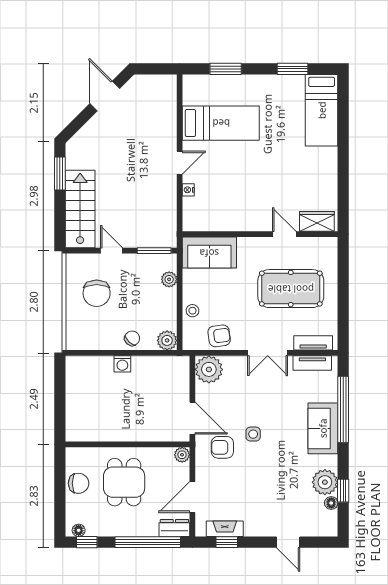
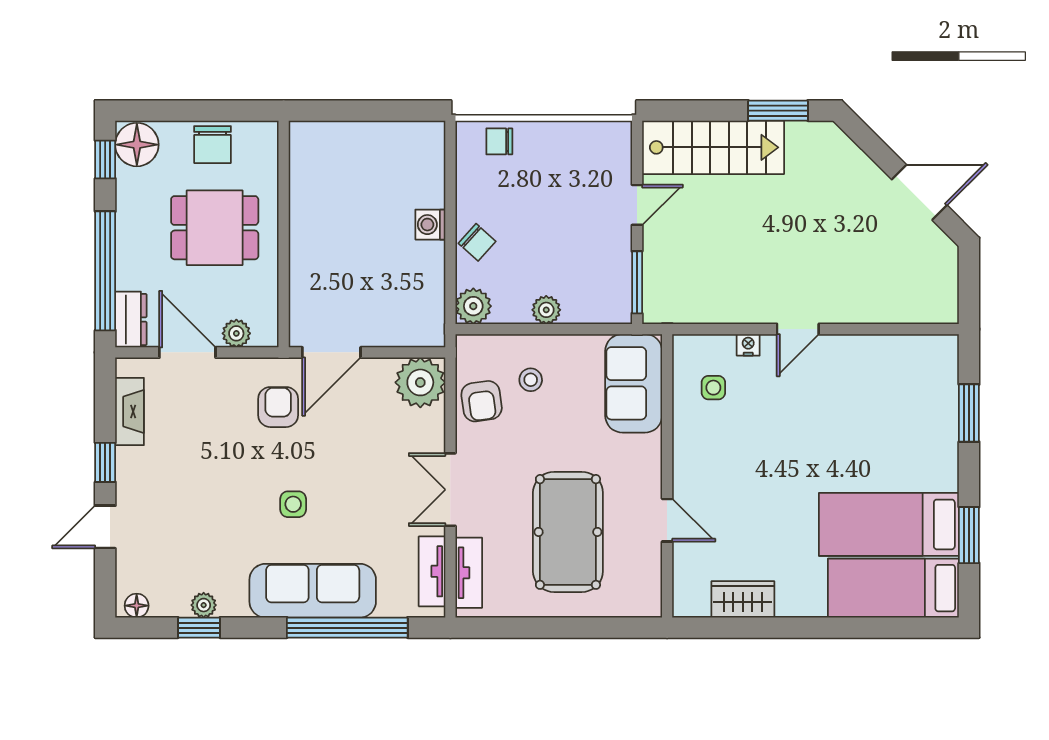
bed: (221, 123) -> (889, 524), moved, turned 90
door: (180, 163) -> (798, 329), hinge flipped
side table: (212, 209) -> (713, 388), added
wardrobe: (317, 221) -> (743, 599), moved, turned -90
door: (284, 234) -> (667, 520), hinge flipped
plant: (169, 279) -> (546, 310), moved
chair: (97, 293) -> (499, 141), moved, width x0.54, depth x0.54
stool: (192, 311) -> (531, 380), moved
sofa: (323, 428) -> (313, 591), width x1.36
side table: (253, 434) -> (293, 504), moved
plant: (182, 455) -> (236, 333), moved
plant: (325, 482) -> (204, 605), width x0.53, depth x0.53
floor lamp: (331, 503) -> (137, 606), moved
floor lamp: (79, 530) -> (137, 145), width x1.89, depth x1.89
window: (227, 542) -> (105, 462), moved

